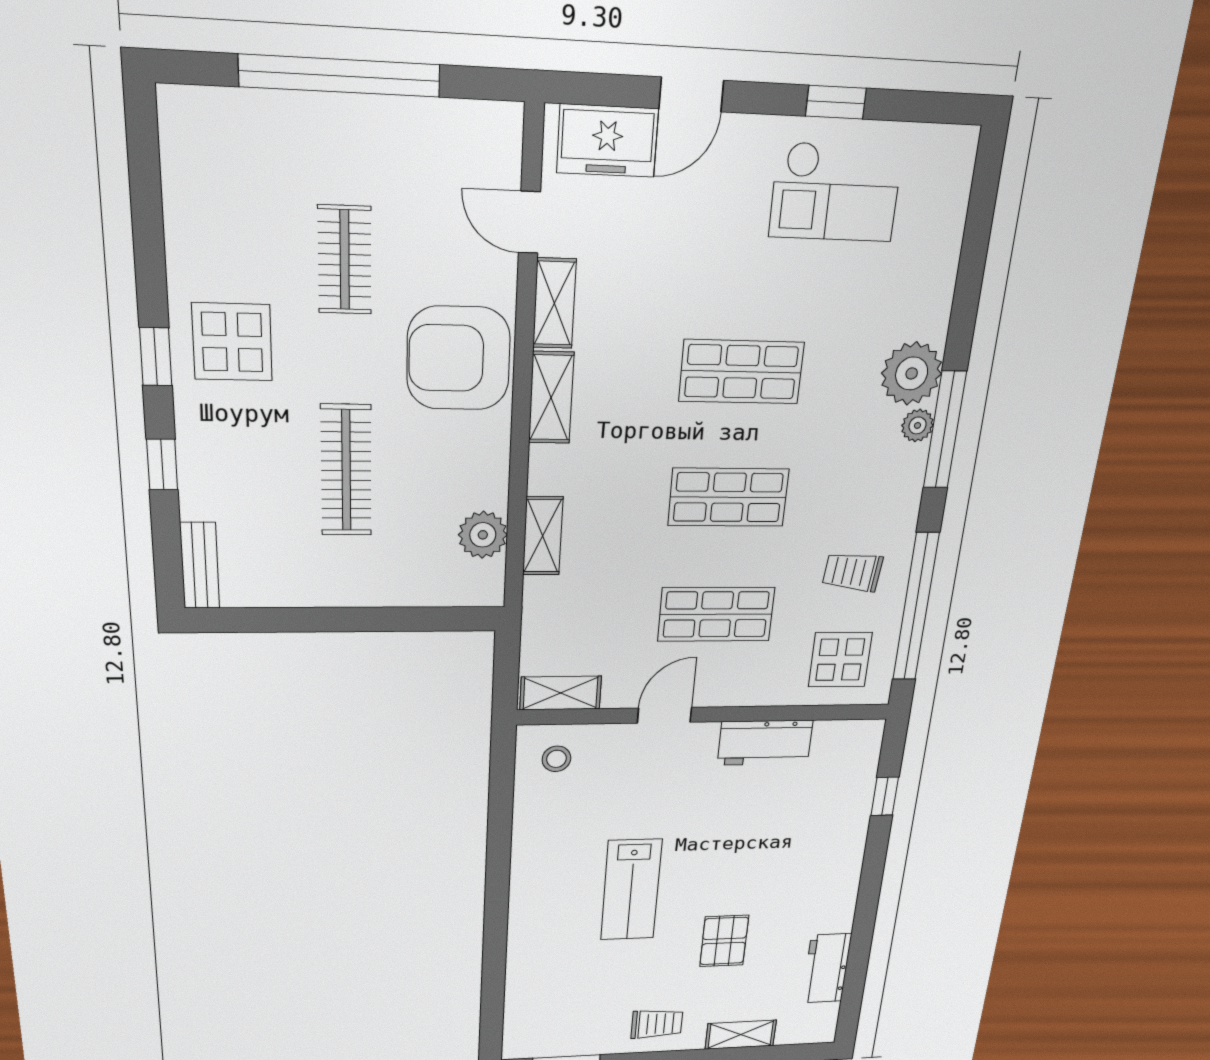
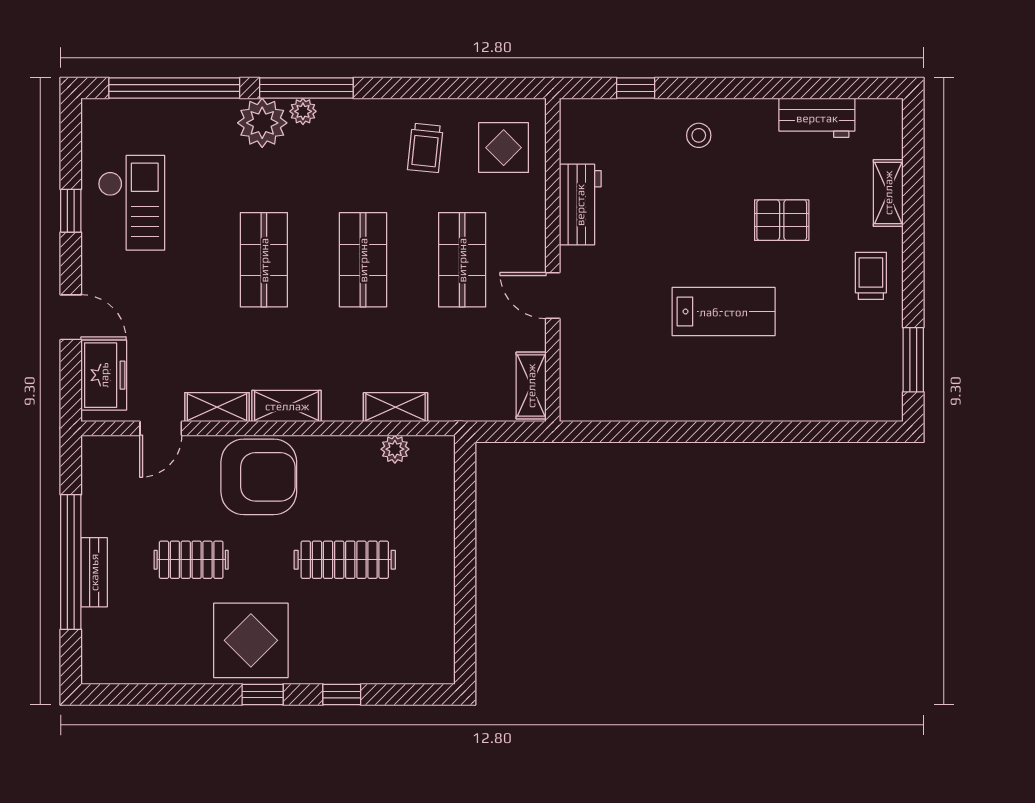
display table: (232, 342) -> (251, 640), width x1.36, depth x1.36
armchair: (458, 358) -> (259, 477), turned -90
plant: (483, 535) -> (395, 449), width x0.73, depth x0.73
bench: (200, 565) -> (94, 572), moved, turned 90
window: (916, 607) -> (174, 88), moved
stool: (556, 759) -> (699, 135), moved

